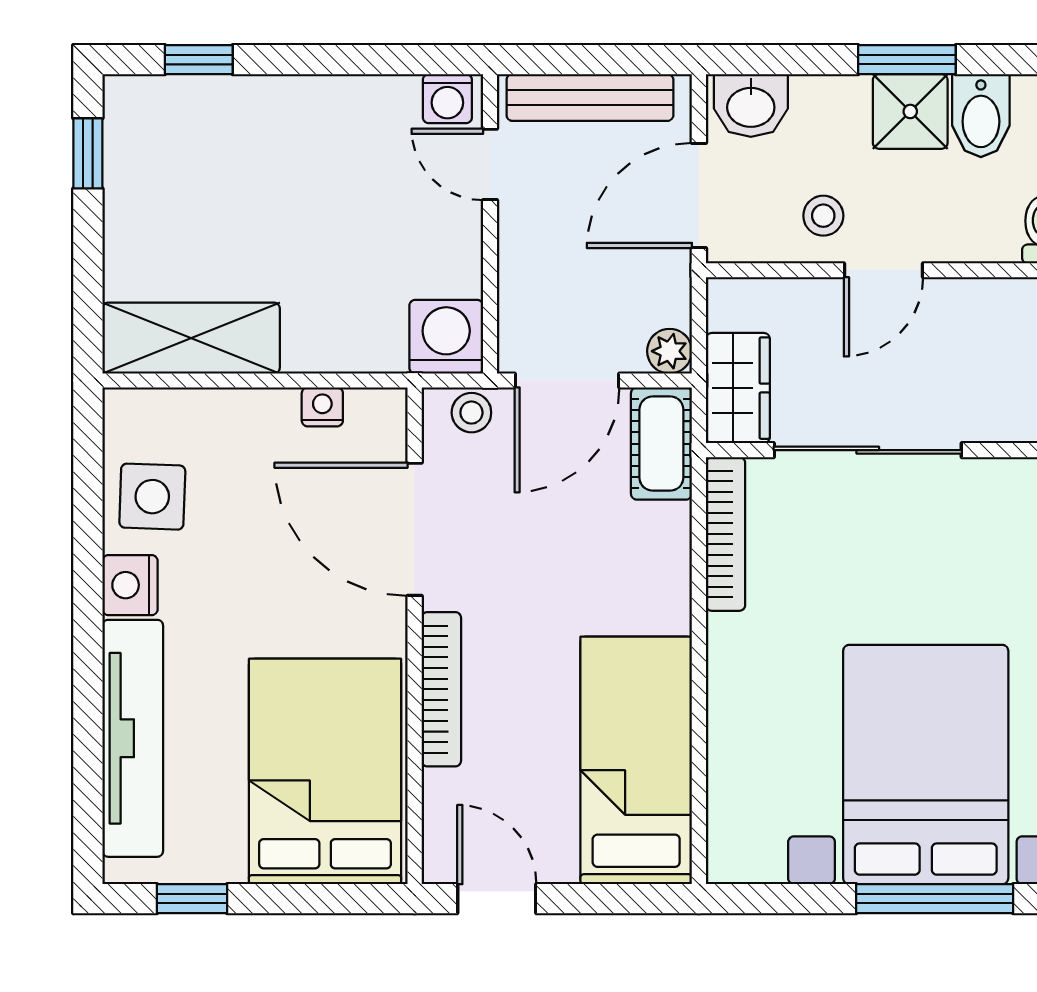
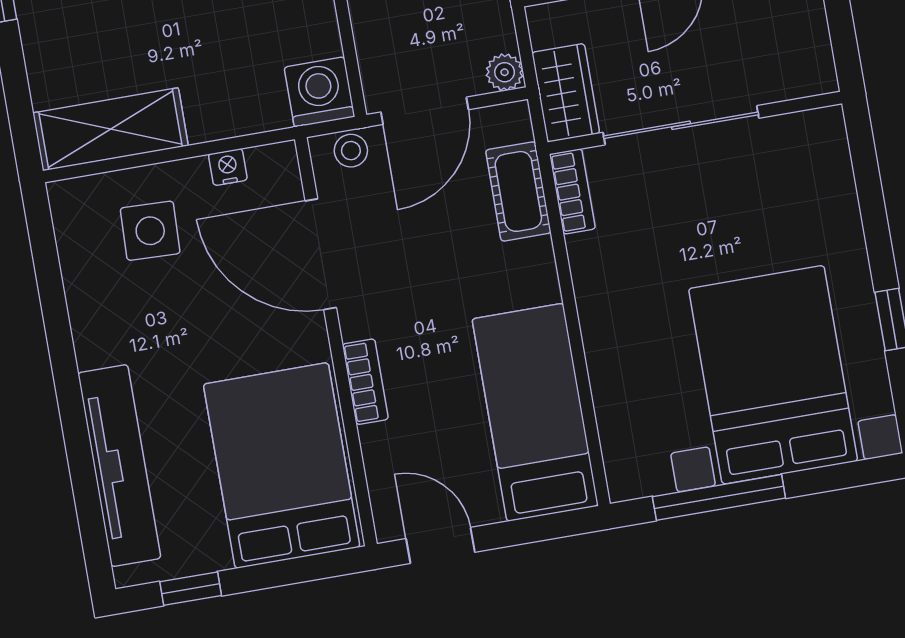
cot: (661, 444) -> (518, 191), moved
side table: (152, 497) -> (150, 231), moved
bookcase: (726, 534) -> (572, 191), width x0.64
nightstand: (130, 585) -> (95, 340), removed
bookcase: (441, 689) -> (365, 382), width x0.64
window: (935, 899) -> (719, 497), moved

